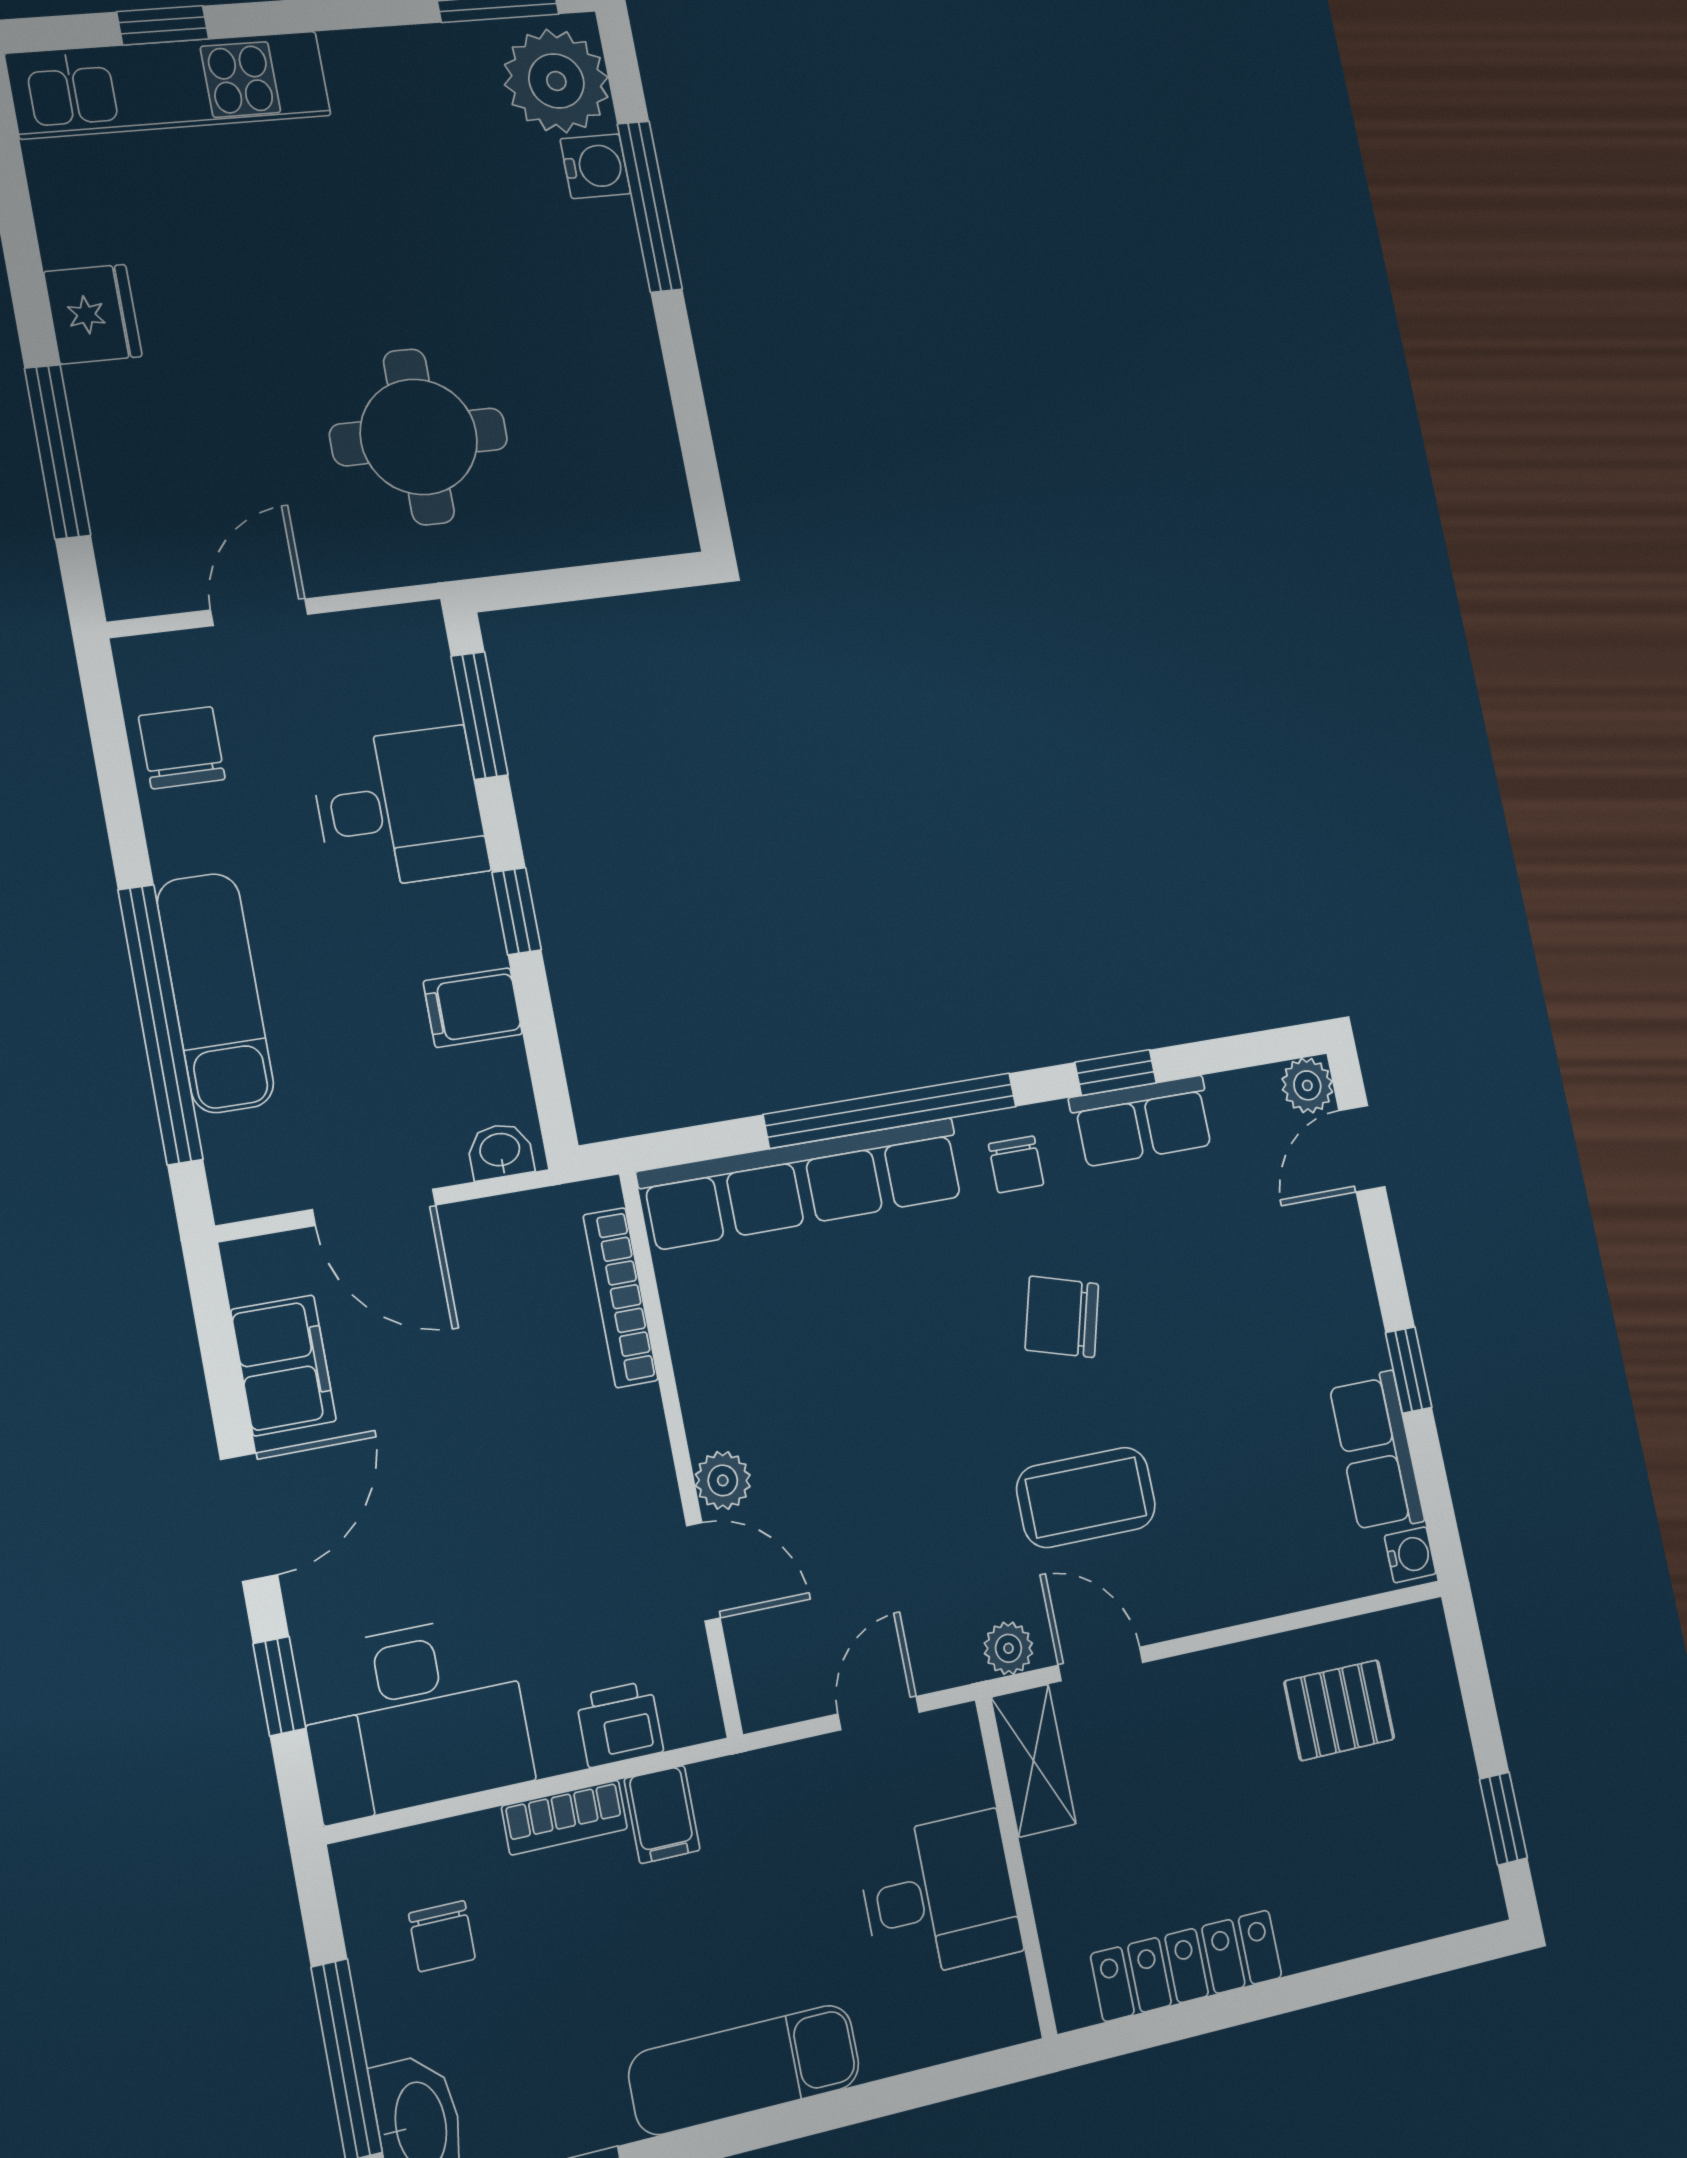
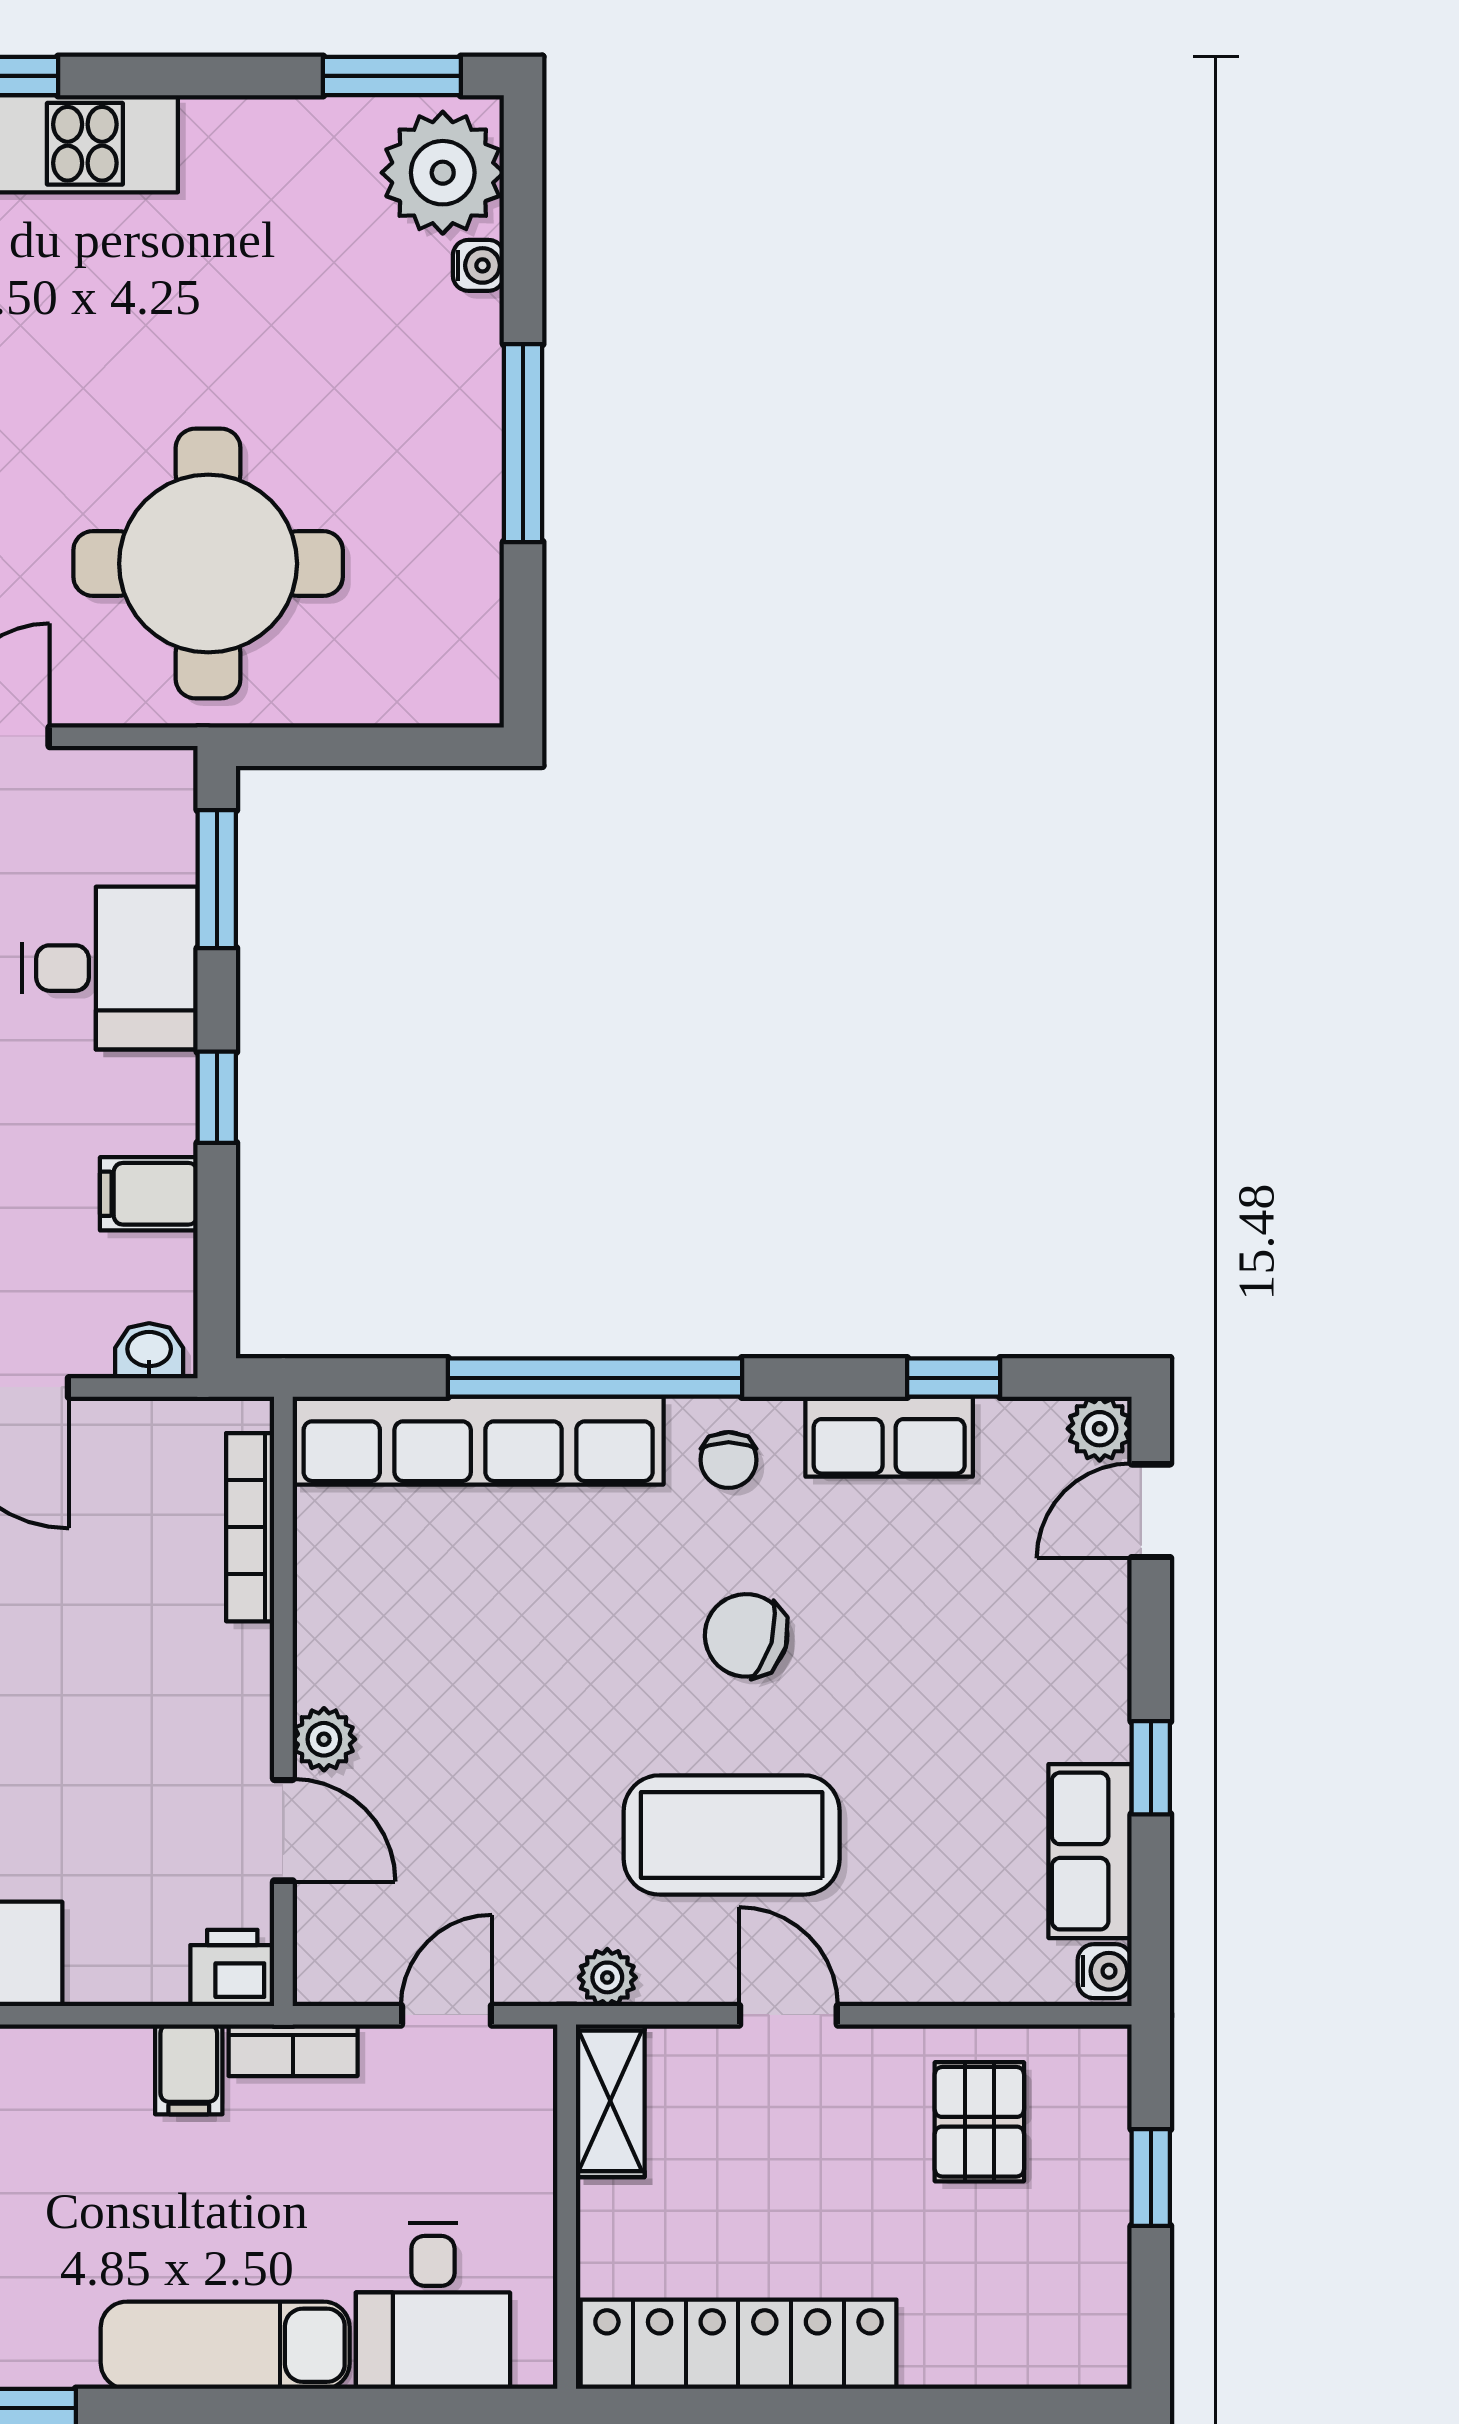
water cooler: (595, 166) -> (478, 265), width x0.72, depth x0.72
window: (650, 206) -> (523, 443), moved
round table: (419, 437) -> (208, 564), width x1.36, depth x1.36
window: (1116, 1073) -> (954, 1378), moved
coffee table: (1086, 1497) -> (732, 1835), width x1.36, depth x1.32
door: (1101, 1664) -> (788, 2015), moved
pallet: (1339, 1710) -> (979, 2122), turned 90
printer: (620, 1724) -> (232, 1968), moved
bookcase: (564, 1818) -> (293, 2050), moved
window: (1503, 1819) -> (1151, 2178), moved
desk: (939, 1896) -> (433, 2306), moved, turned 90
locker: (1187, 1966) -> (738, 2344), width x1.41, depth x1.21

